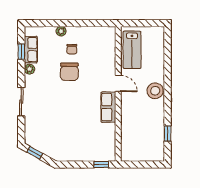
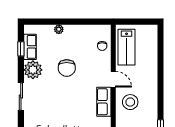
chair: (72, 49) -> (102, 46), moved
plant: (29, 69) -> (33, 70), width x1.88, depth x1.88
stool: (155, 91) -> (130, 102), moved

